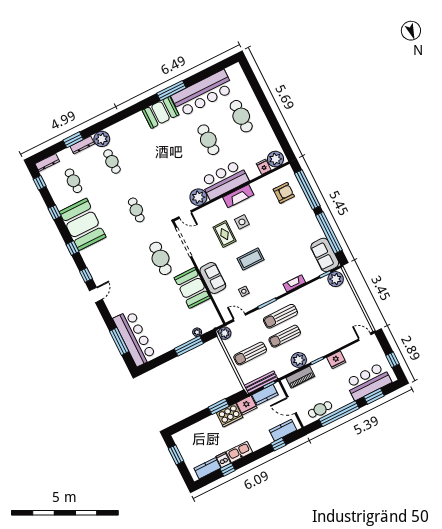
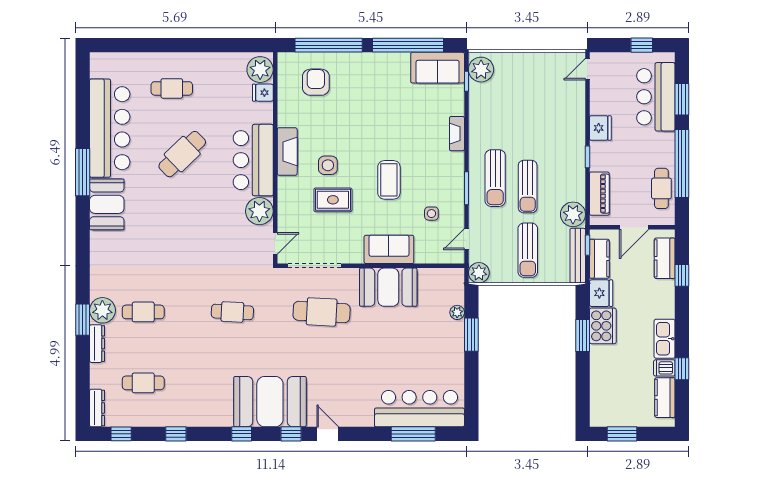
cafe table: (241, 116) -> (172, 88), width x0.73, depth x0.74
window: (73, 140) -> (83, 320), moved
cafe table: (208, 140) -> (182, 154), turned -44
booth: (83, 224) -> (270, 402), moved
window: (189, 346) -> (471, 335), width x0.69
plant: (299, 360) -> (573, 214), moved

